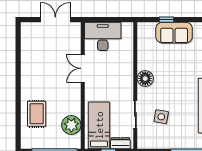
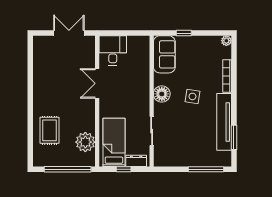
sofa: (174, 33) -> (164, 54), moved, turned -90
desk: (103, 36) -> (113, 50), width x0.73
side table: (161, 117) -> (192, 96), moved

